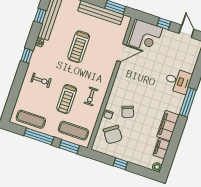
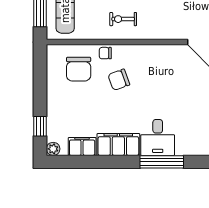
desk: (178, 81) -> (158, 137), moved
chair: (113, 135) -> (79, 69), turned -55
window: (120, 164) -> (40, 126), moved

